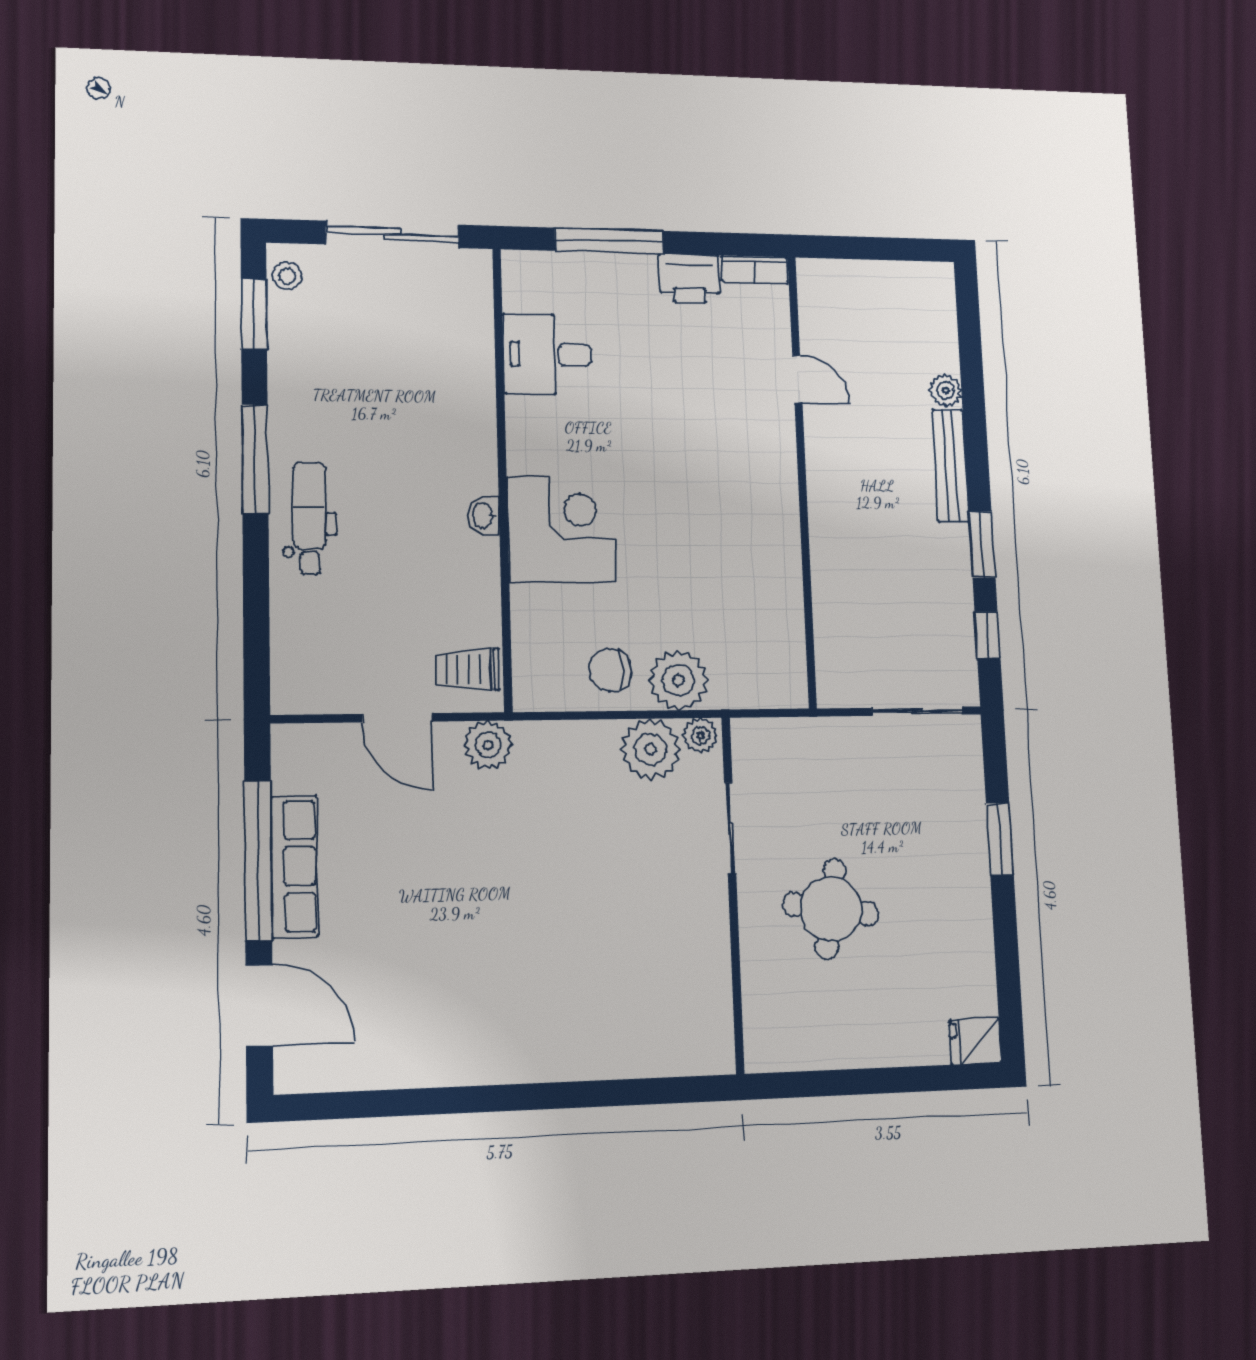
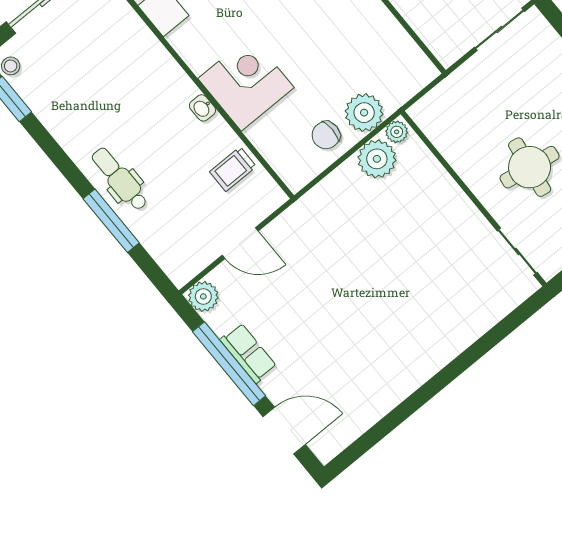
window: (255, 459) -> (111, 221), moved
trolley: (468, 669) -> (233, 169), moved
plant: (488, 745) -> (203, 296), moved
sliding door: (730, 828) -> (517, 252), moved
row of seats: (294, 866) -> (248, 353), width x0.68

